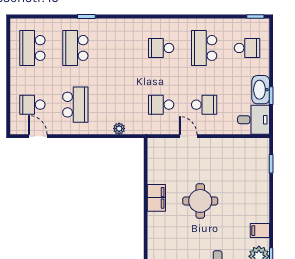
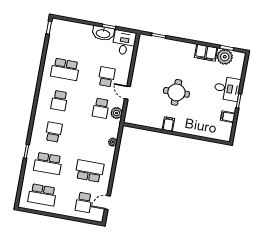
school desk: (247, 48) -> (54, 132), moved
plant: (159, 127) -> (117, 113), added
door: (188, 136) -> (127, 93), hinge flipped
filing cabinet: (156, 198) -> (168, 124), width x0.50
filing cabinet: (260, 231) -> (206, 53), width x2.00

